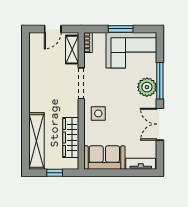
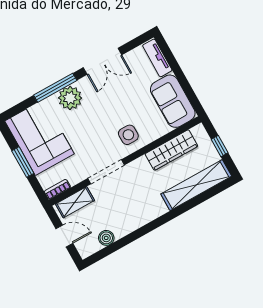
boiler: (35, 57) -> (106, 238), added

